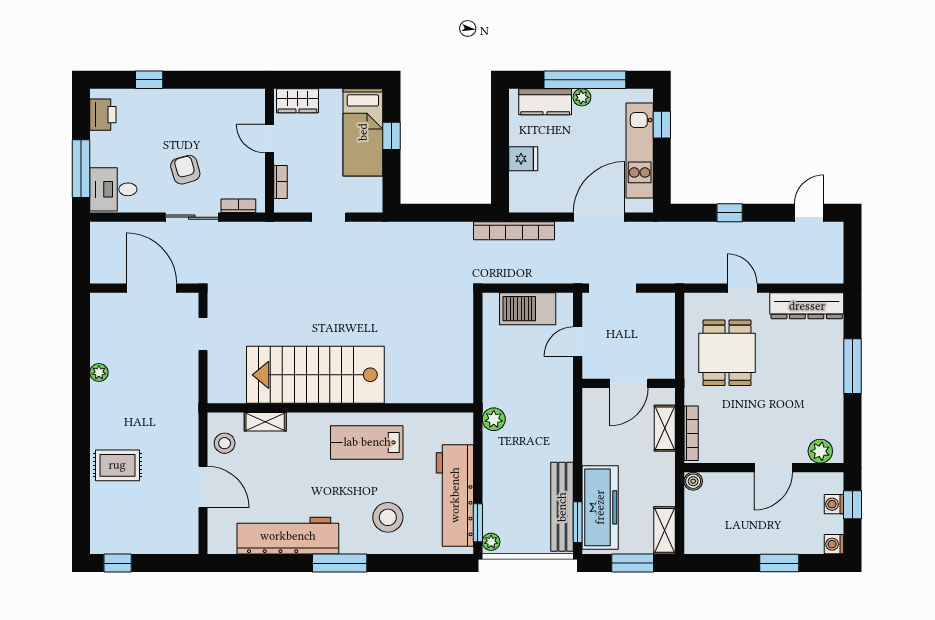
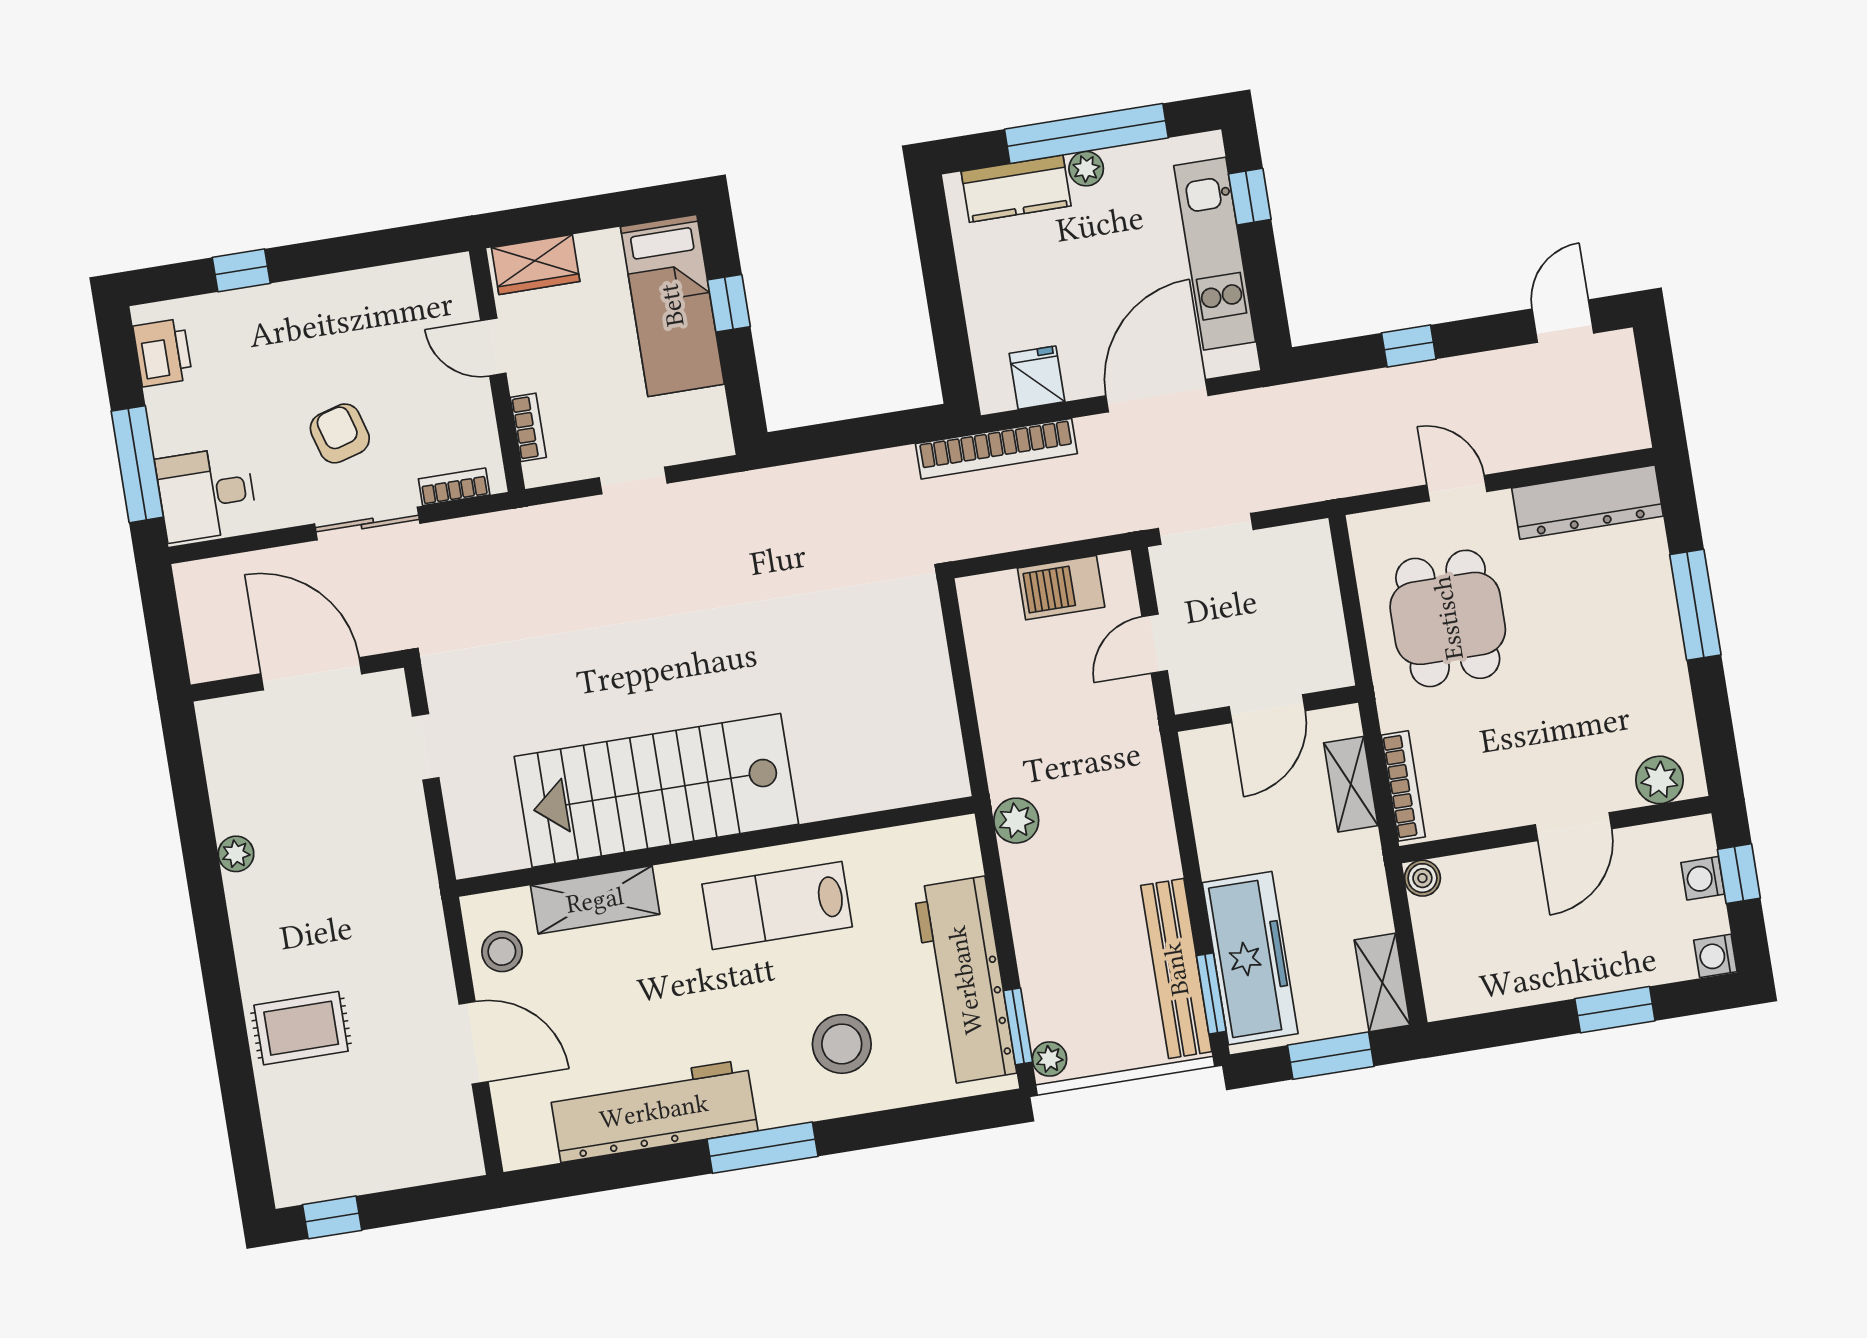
fridge: (523, 159) -> (1037, 378), moved, turned -90
barbecue: (528, 309) -> (1061, 588), width x0.73, depth x0.83
shelving: (265, 422) -> (595, 900), width x1.50, depth x1.33

